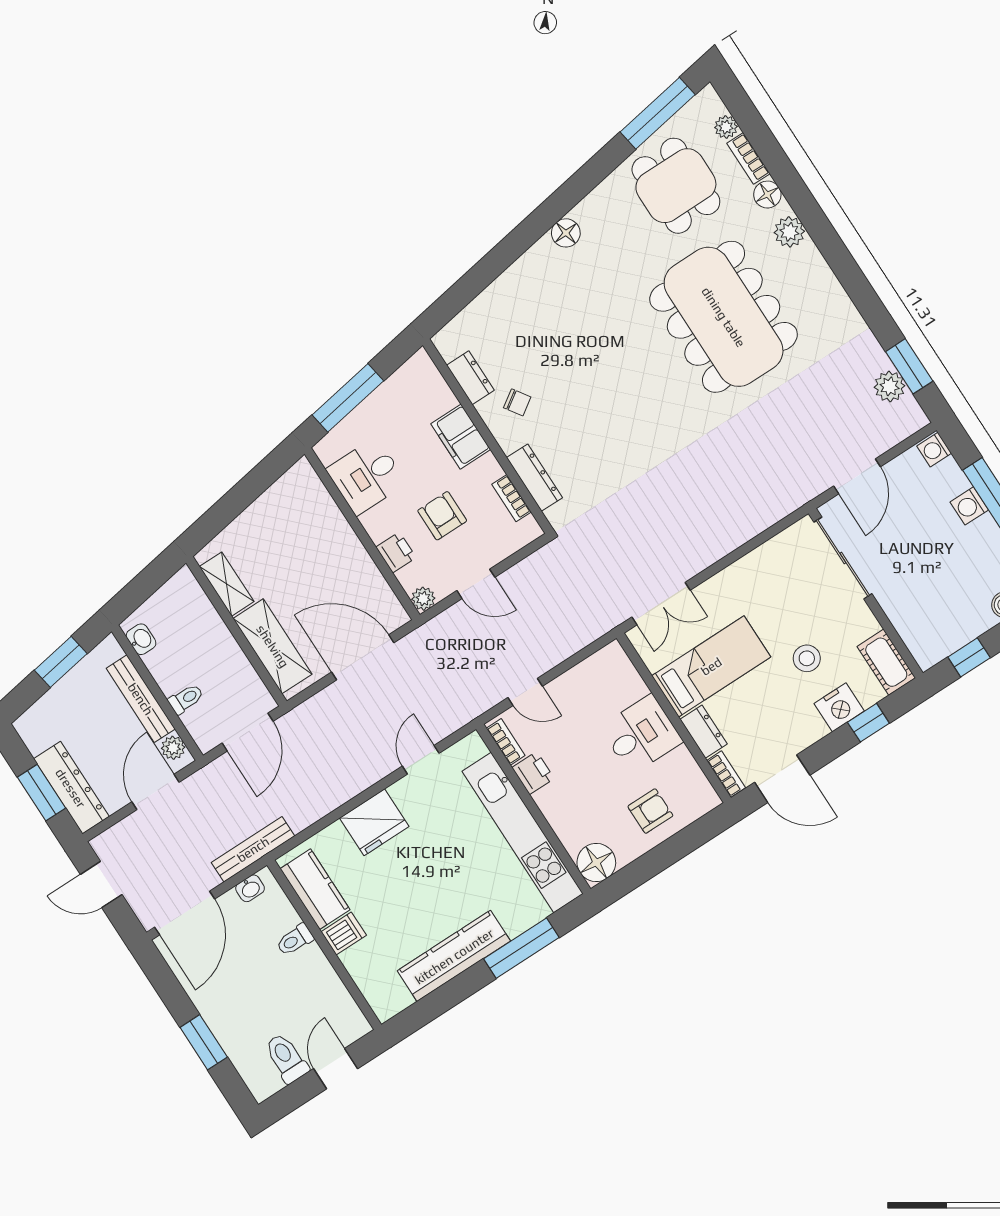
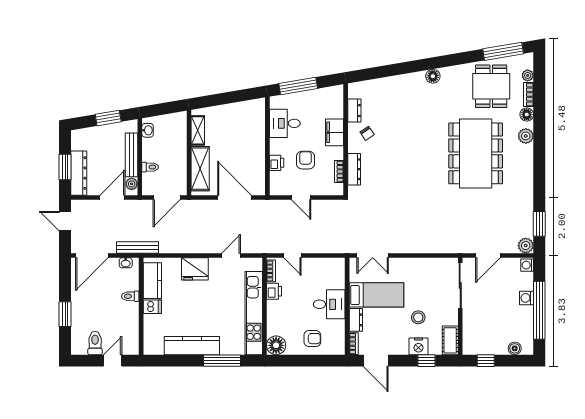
plant: (890, 386) -> (526, 246), moved
plant: (423, 599) -> (275, 189), removed

